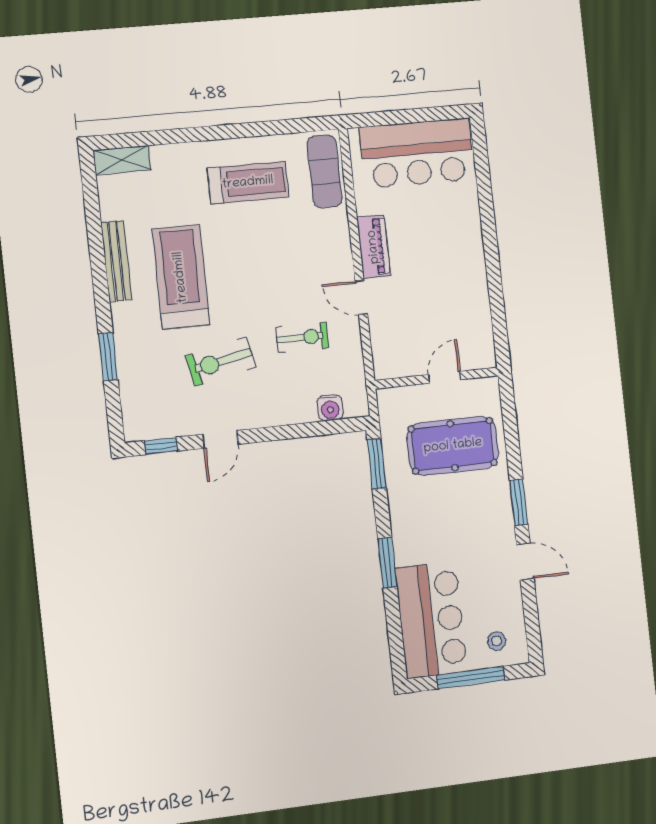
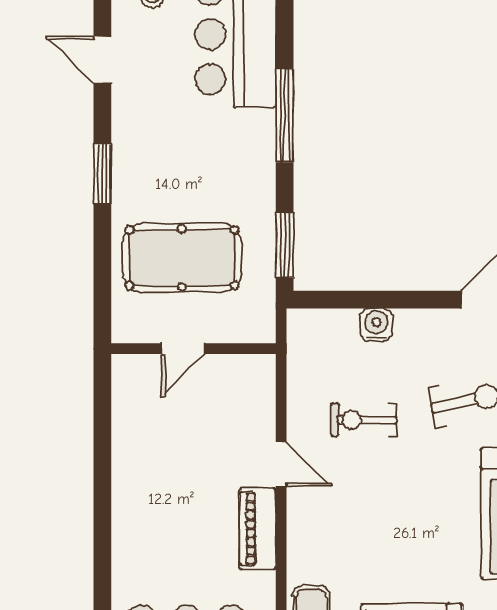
water cooler: (330, 408) -> (376, 325), moved
door: (525, 562) -> (102, 60), moved
window: (387, 563) -> (285, 115), width x1.44

